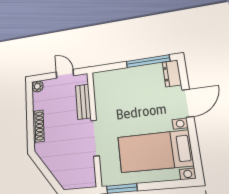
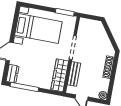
wardrobe: (103, 93) -> (60, 75), added

